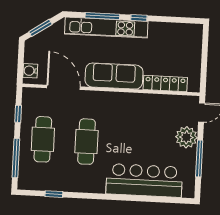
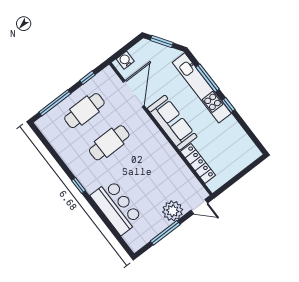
bar counter: (144, 180) -> (117, 207), width x0.73
window: (54, 194) -> (79, 185), moved

